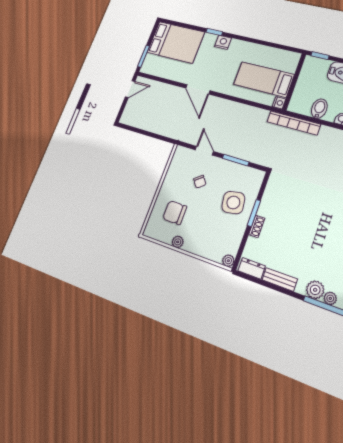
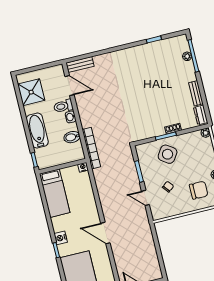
bed: (264, 79) -> (55, 193), moved
door: (198, 89) -> (105, 233), swing flipped
door: (204, 151) -> (145, 198), hinge flipped
side table: (233, 202) -> (168, 154), turned 45
chair: (175, 213) -> (199, 190), turned -90
plant: (315, 290) -> (188, 68), removed

